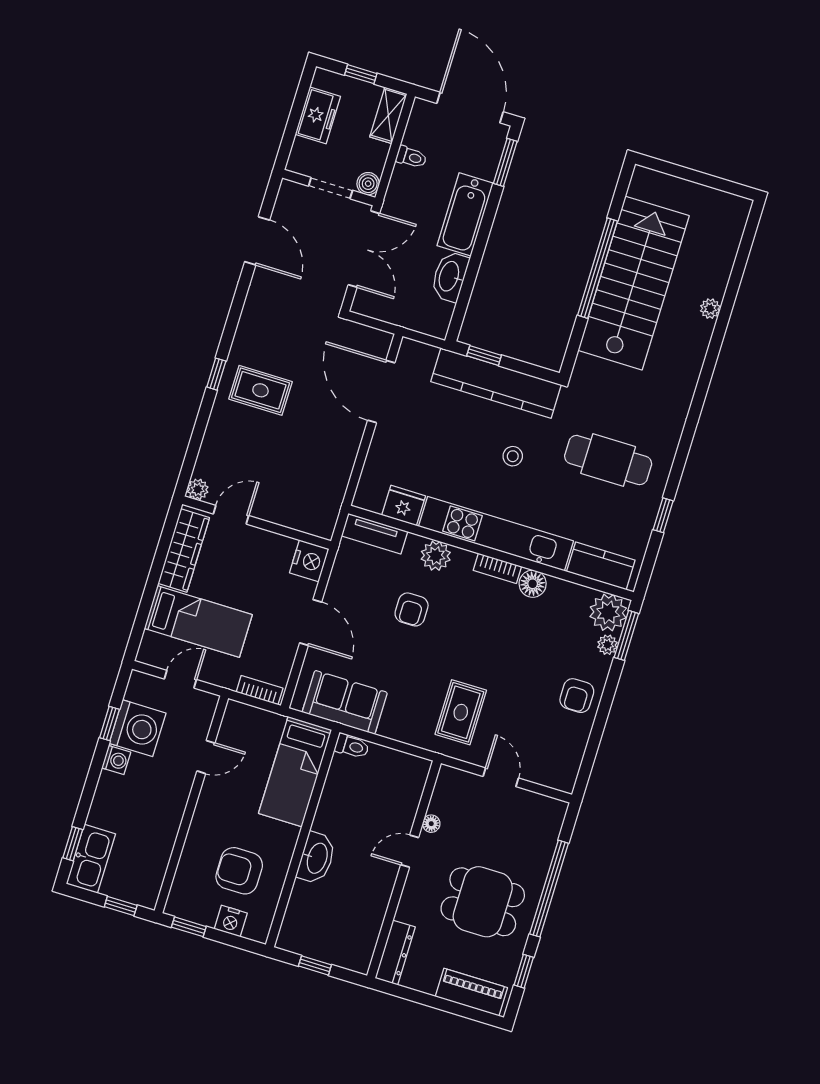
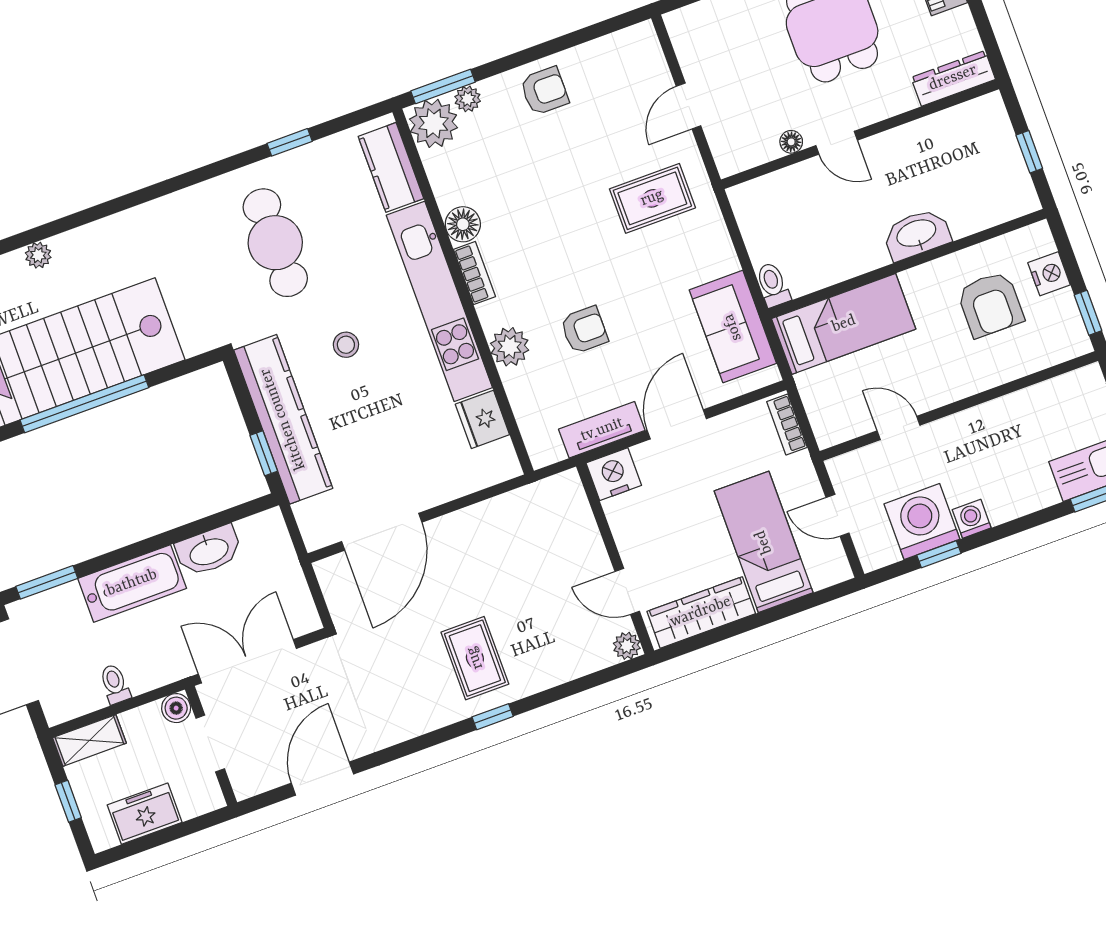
tv unit: (374, 534) -> (602, 430), moved, turned -90

